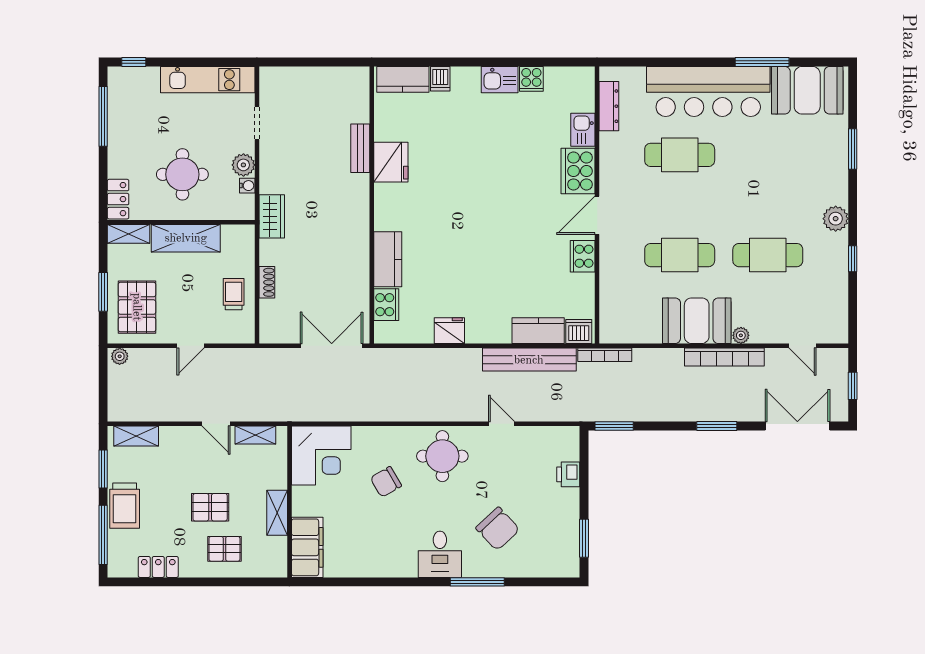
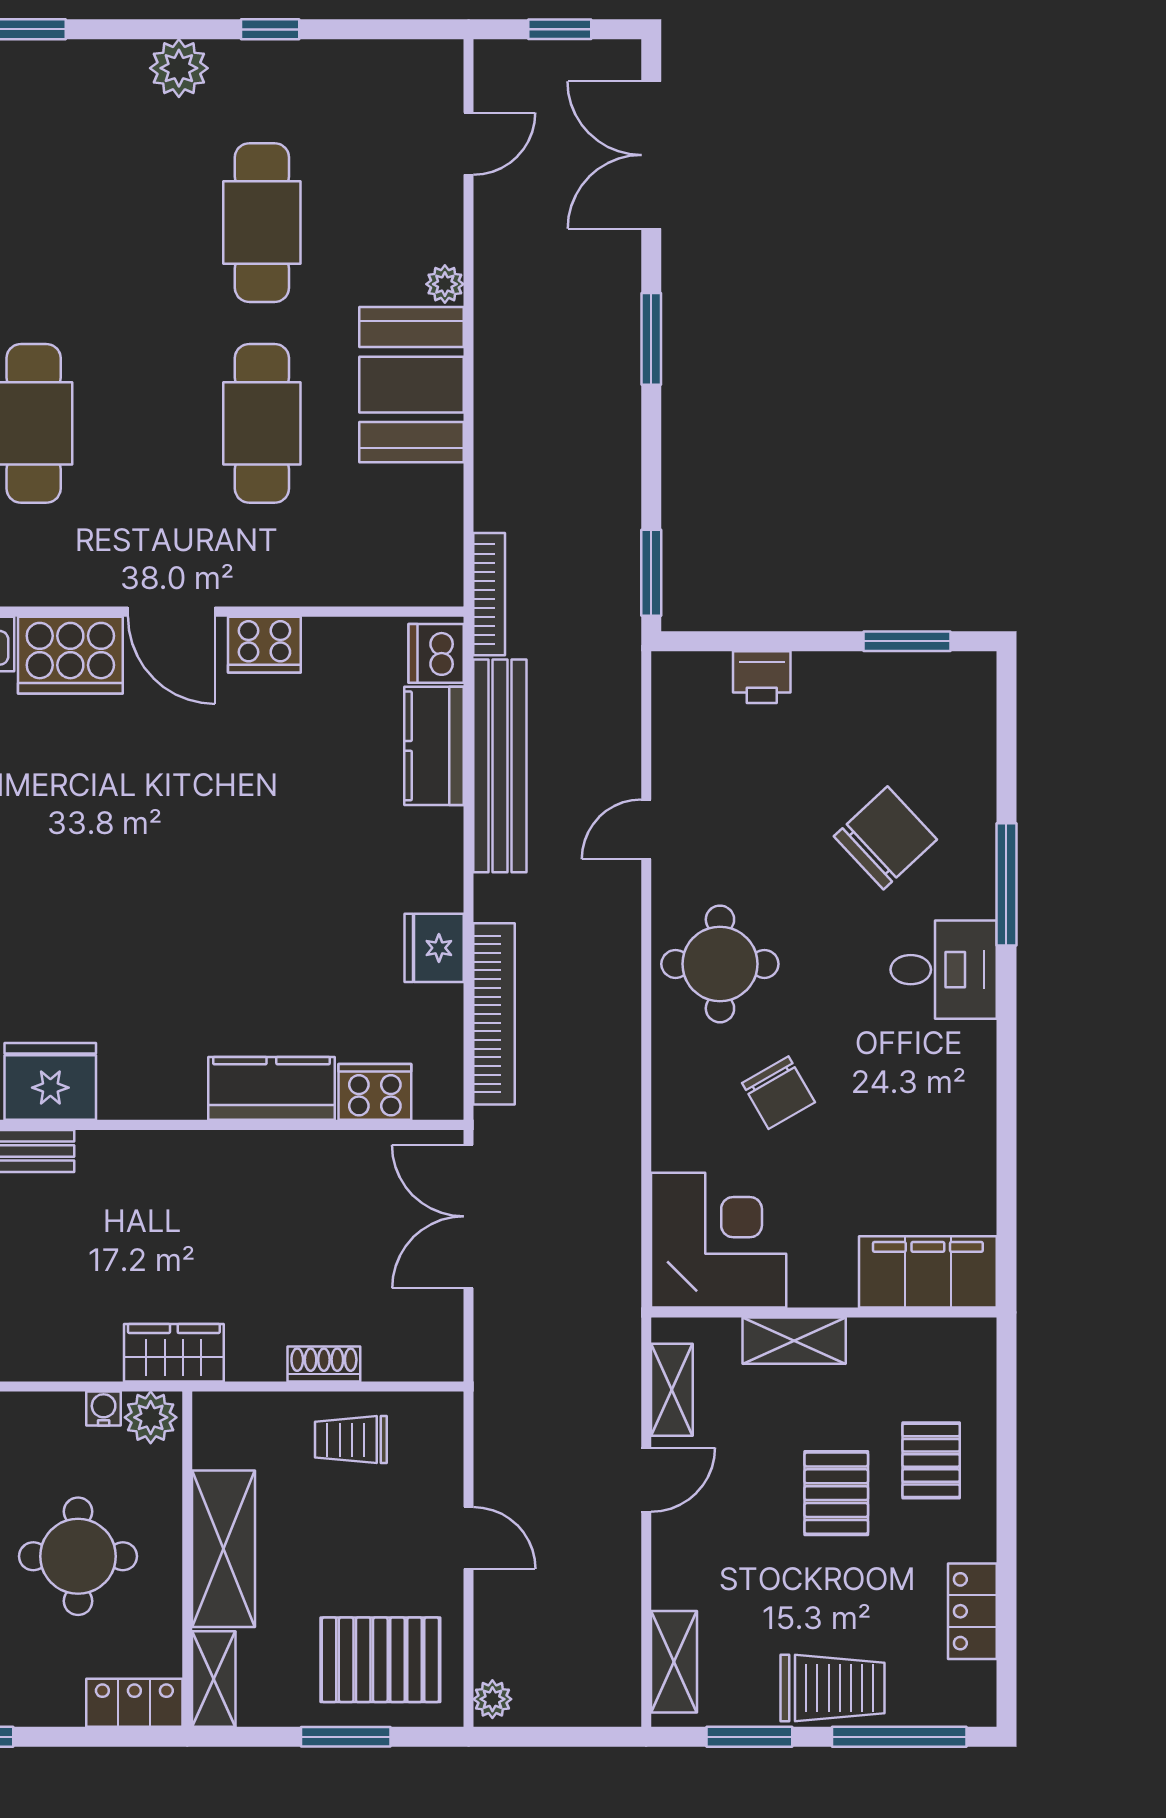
plant: (243, 165) -> (151, 1417), moved
bookcase: (724, 357) -> (494, 1014), moved
shelving: (277, 513) -> (794, 1341), moved

